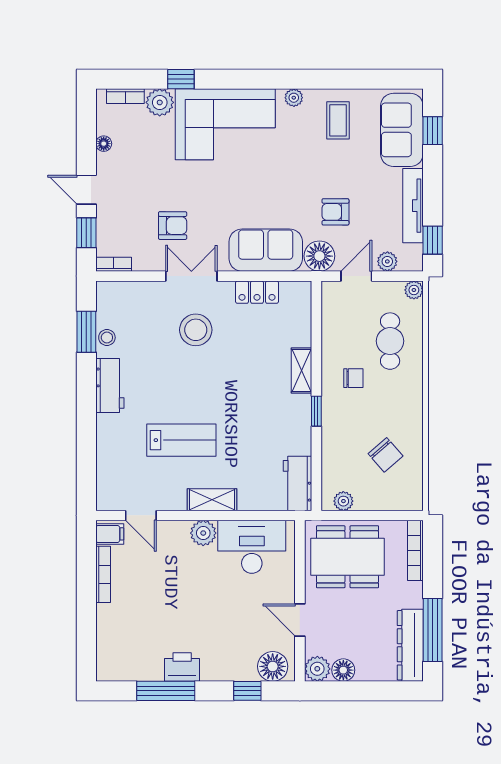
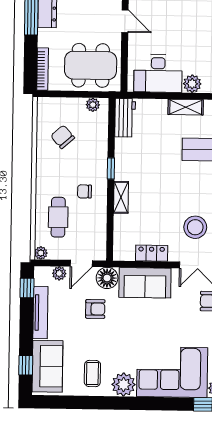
plant: (294, 98) -> (124, 385), width x1.88, depth x1.88

